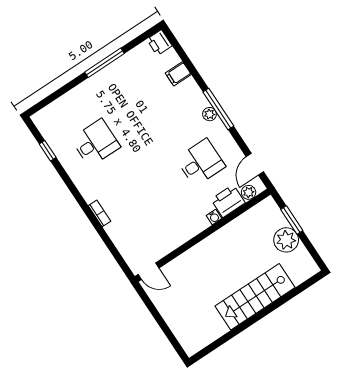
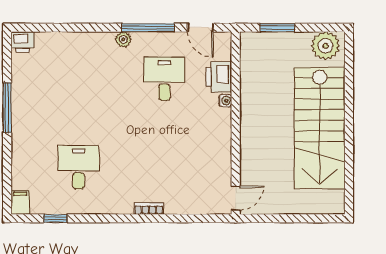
filing cabinet: (178, 74) -> (20, 202), moved, turned 180
window: (218, 109) -> (148, 28), moved
plant: (249, 192) -> (223, 52), removed
plant: (286, 240) -> (326, 46), moved
stairs: (255, 297) -> (320, 128), width x1.36, depth x1.51

